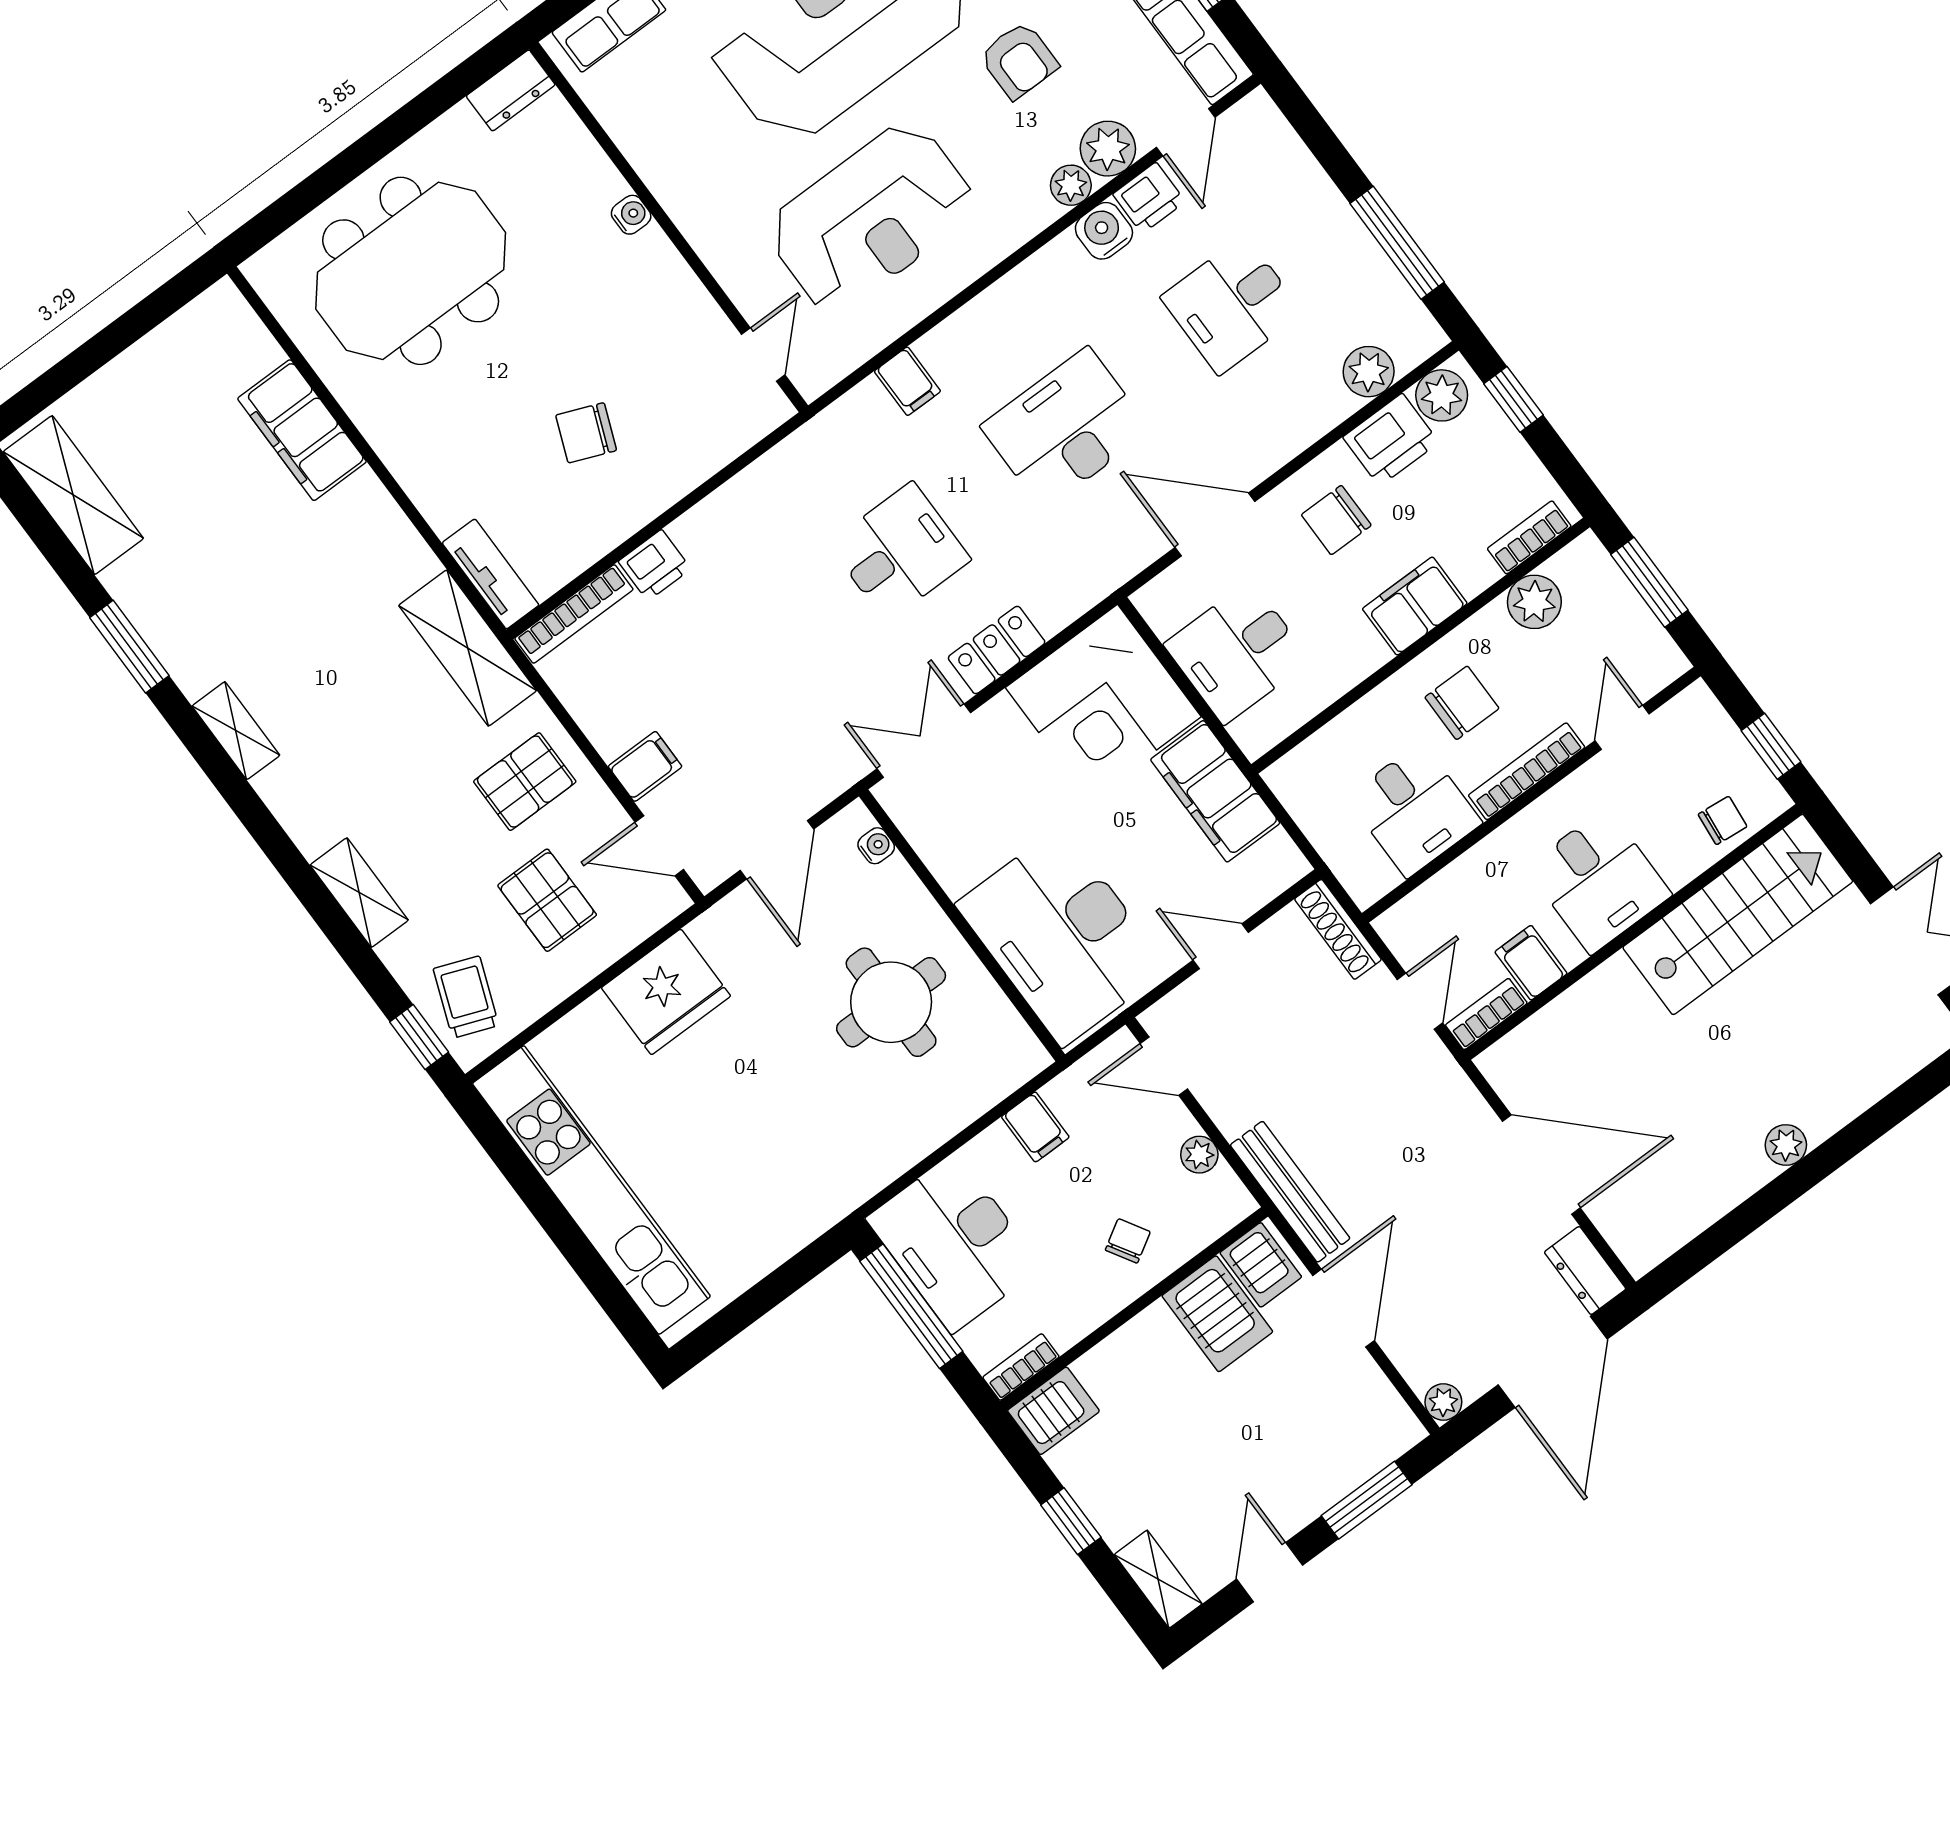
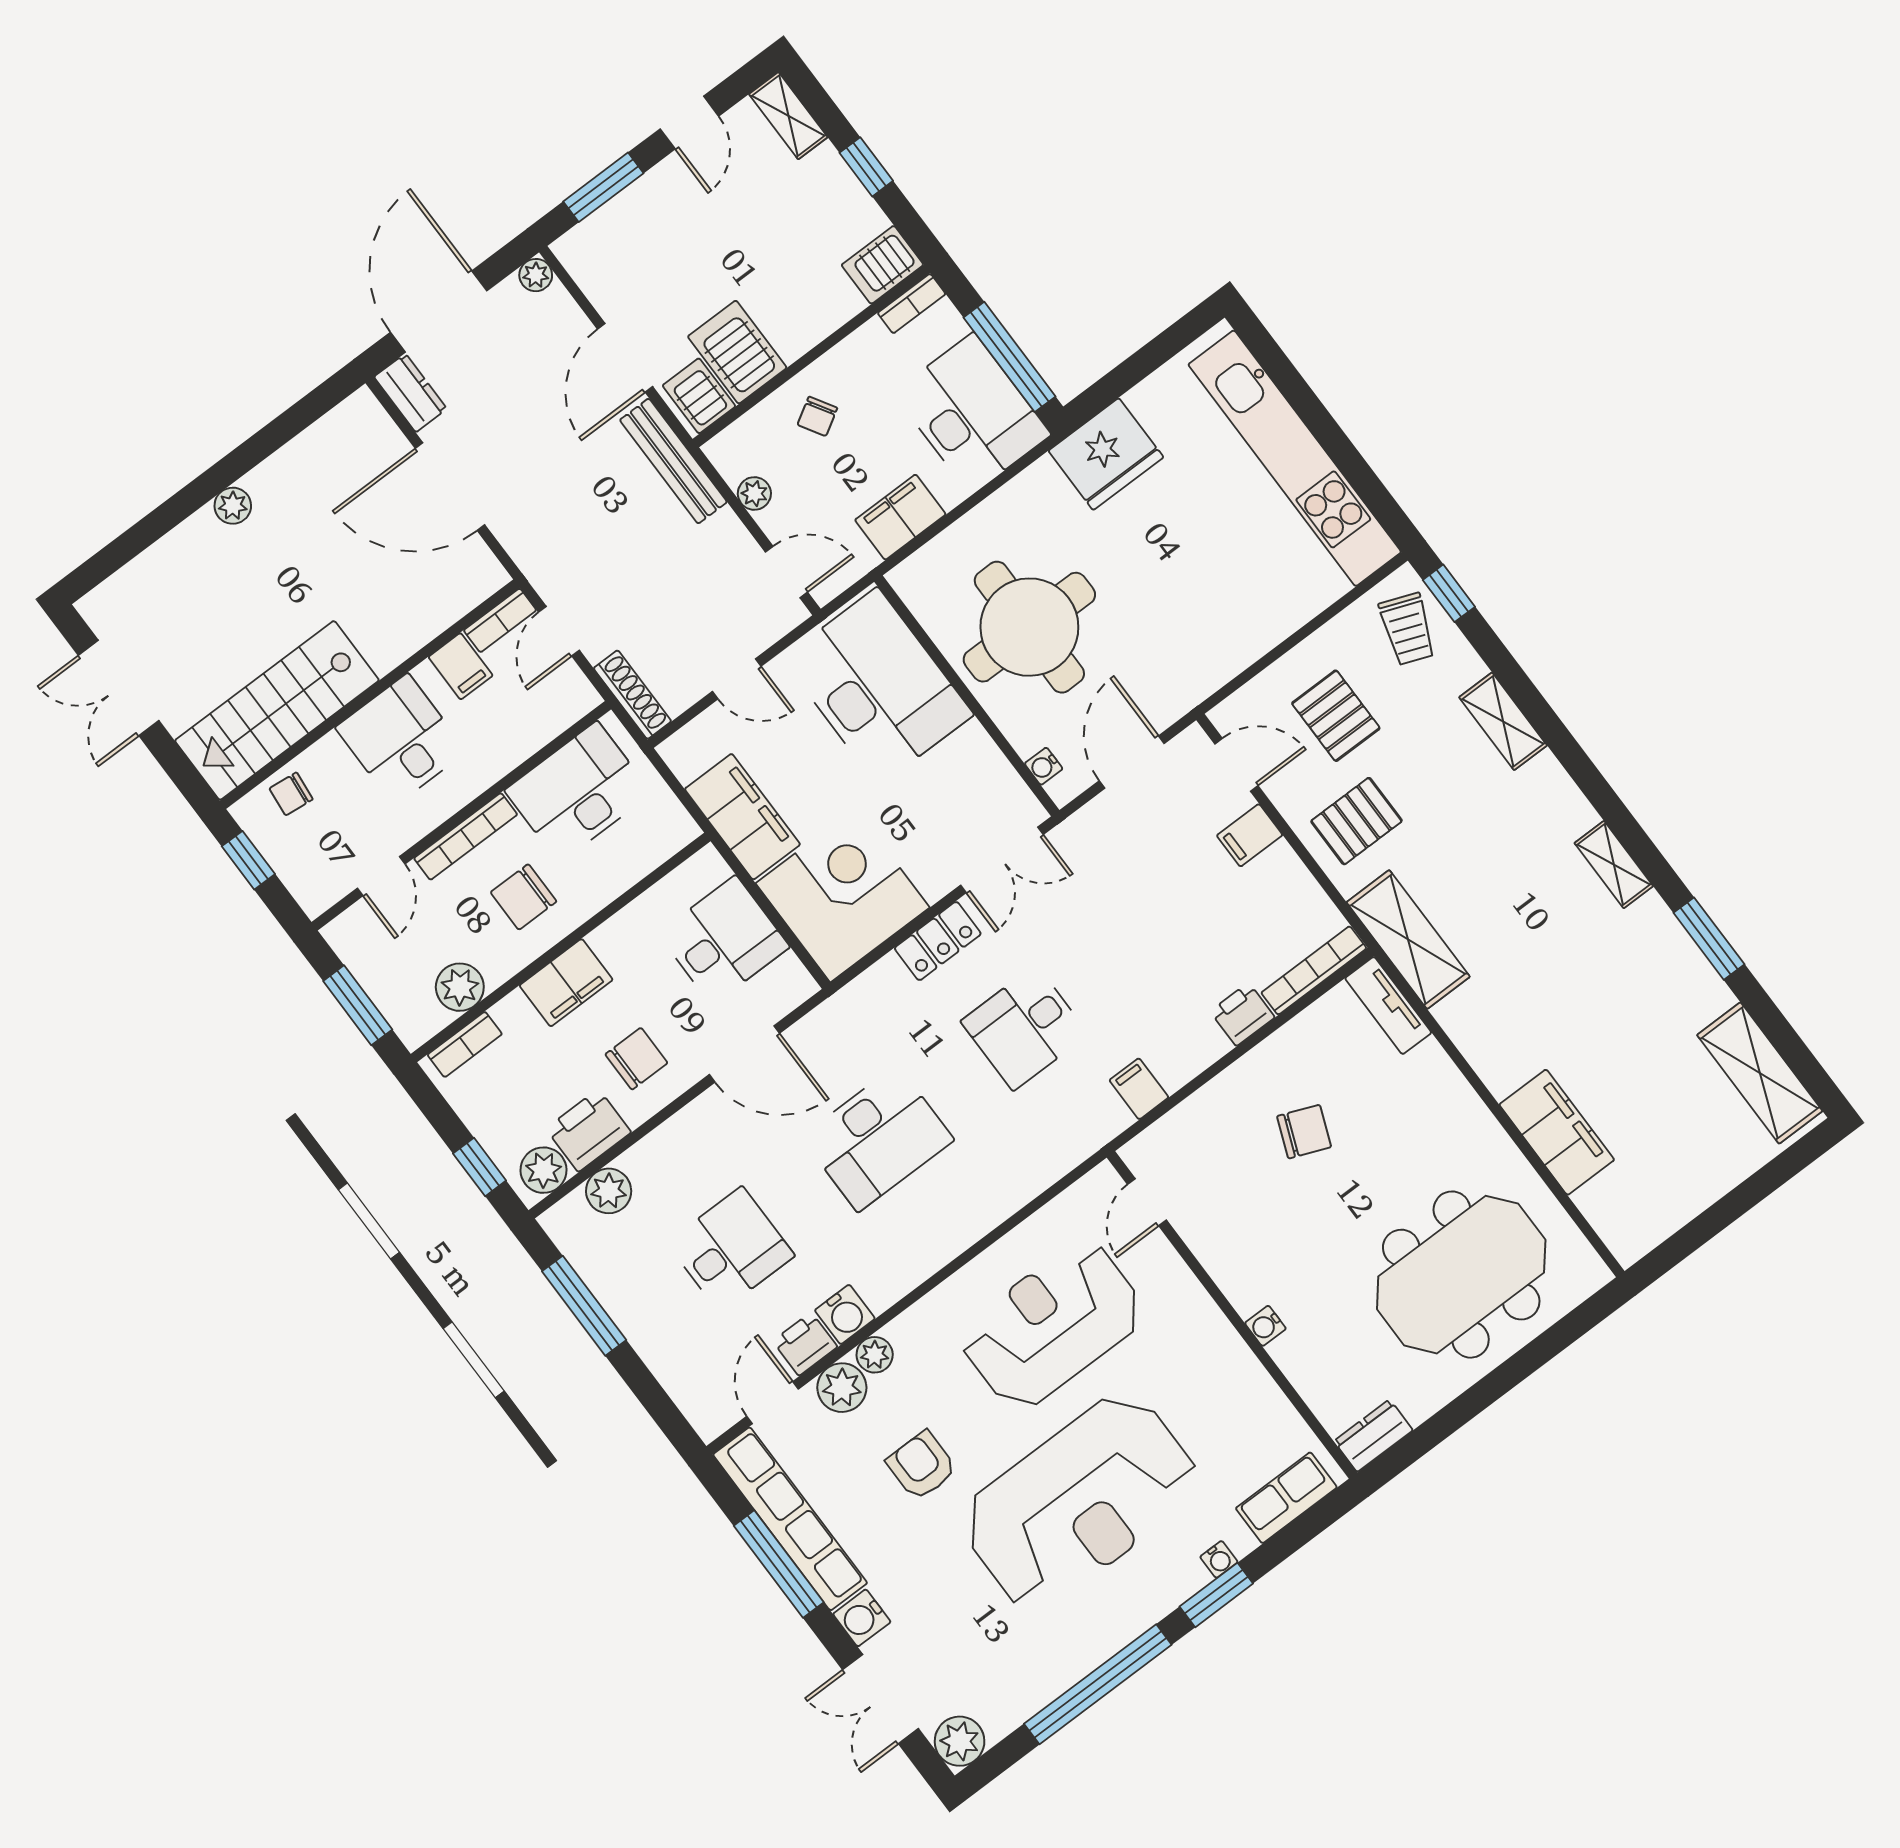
filing cabinet: (907, 381) -> (1139, 1089), moved
desk: (1414, 810) -> (578, 792), width x1.37
fridge: (666, 992) -> (1106, 454), moved, turned 180
round table: (891, 1002) -> (1029, 627), width x1.36, depth x1.36
filing cabinet: (1035, 1127) -> (900, 517), width x2.00

